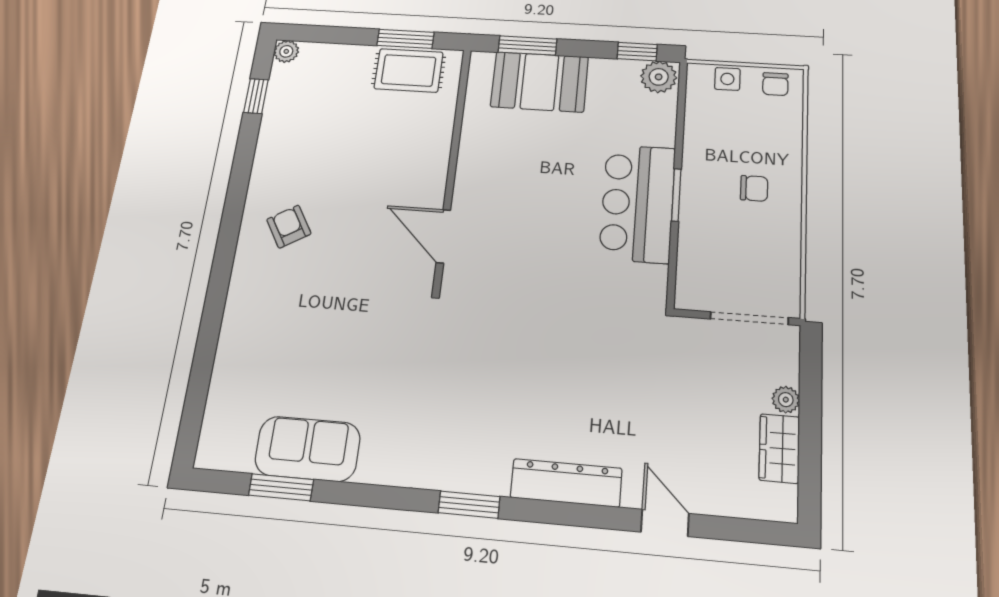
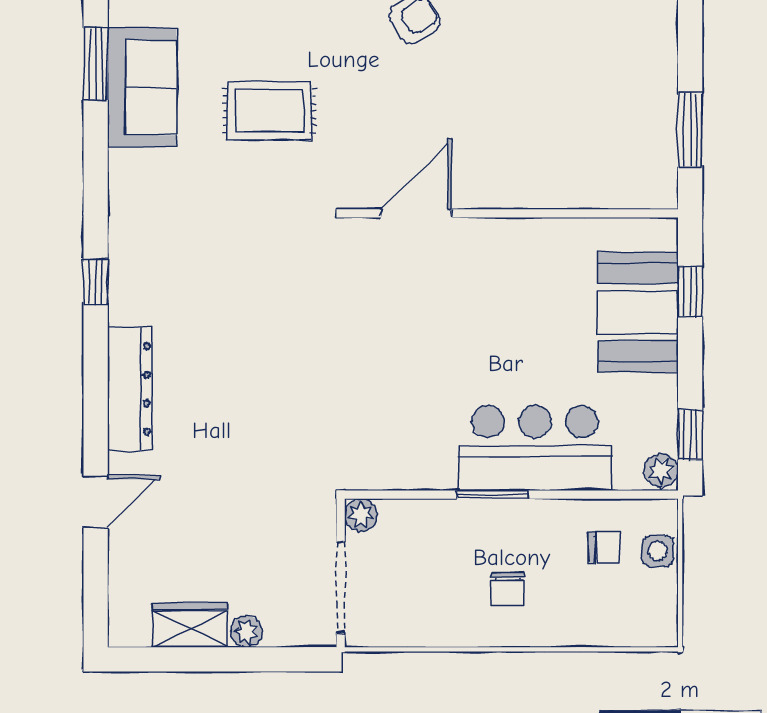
window: (527, 46) -> (690, 291), width x0.67
rug: (409, 70) -> (269, 111), moved, turned 90
plant: (659, 77) -> (661, 470), width x0.73, depth x0.73
chair: (775, 84) -> (604, 547), moved, turned 180
bar counter: (638, 203) -> (535, 448), moved
plant: (688, 297) -> (361, 515), added
window: (469, 505) -> (96, 282), width x0.67

